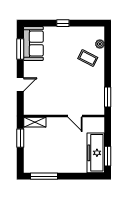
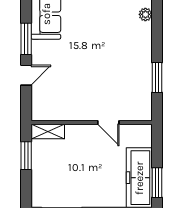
window: (20, 49) -> (26, 39), moved
coffee table: (88, 58) -> (127, 36), removed
window: (108, 97) -> (157, 77), moved

